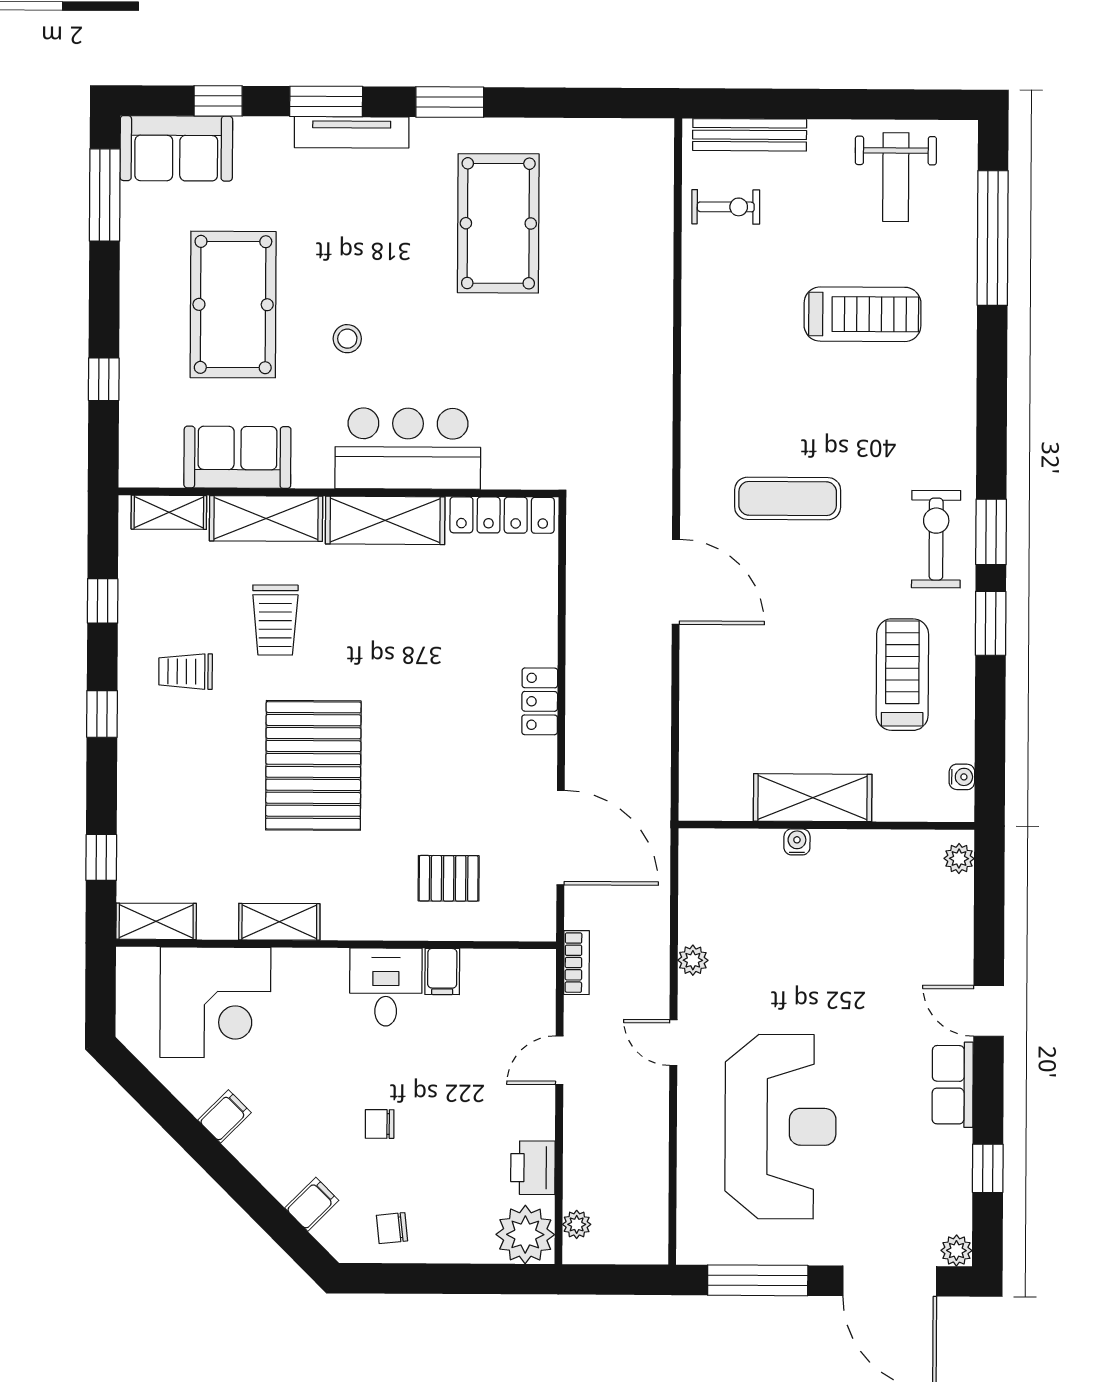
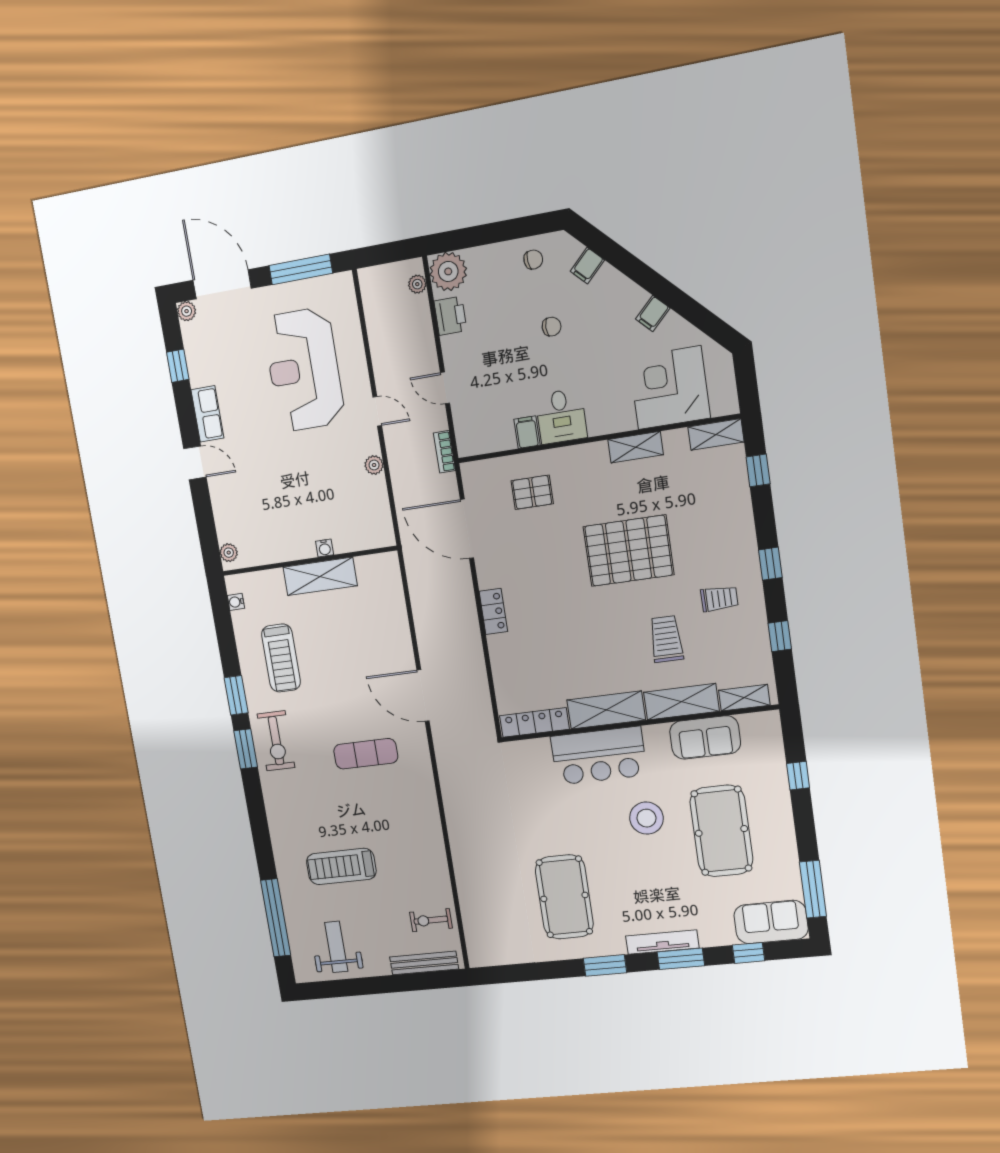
stool: (347, 339) -> (646, 818), width x1.89, depth x1.89
pallet: (313, 765) -> (628, 551), turned 90
door: (559, 1060) -> (445, 388), swing flipped

